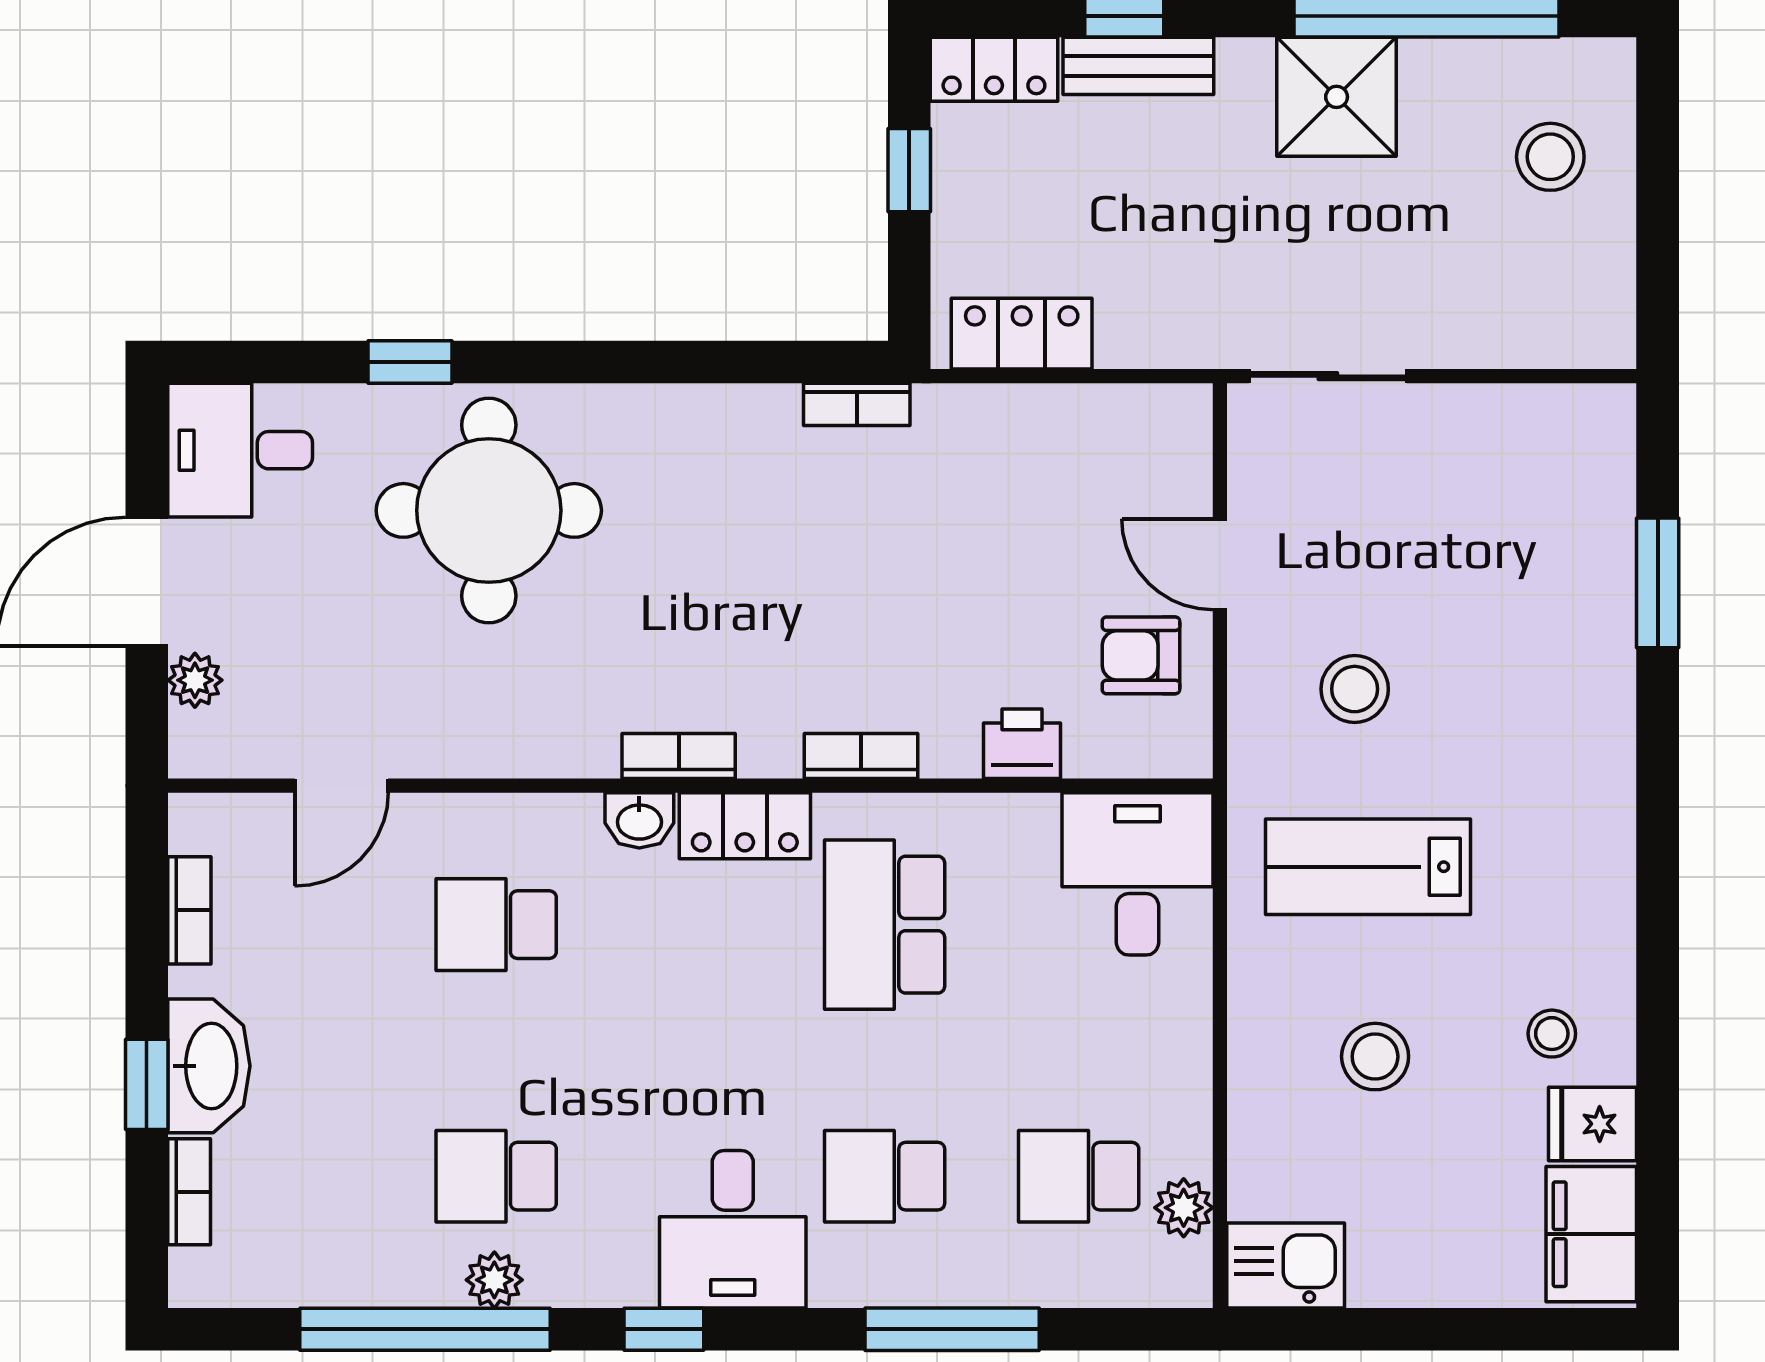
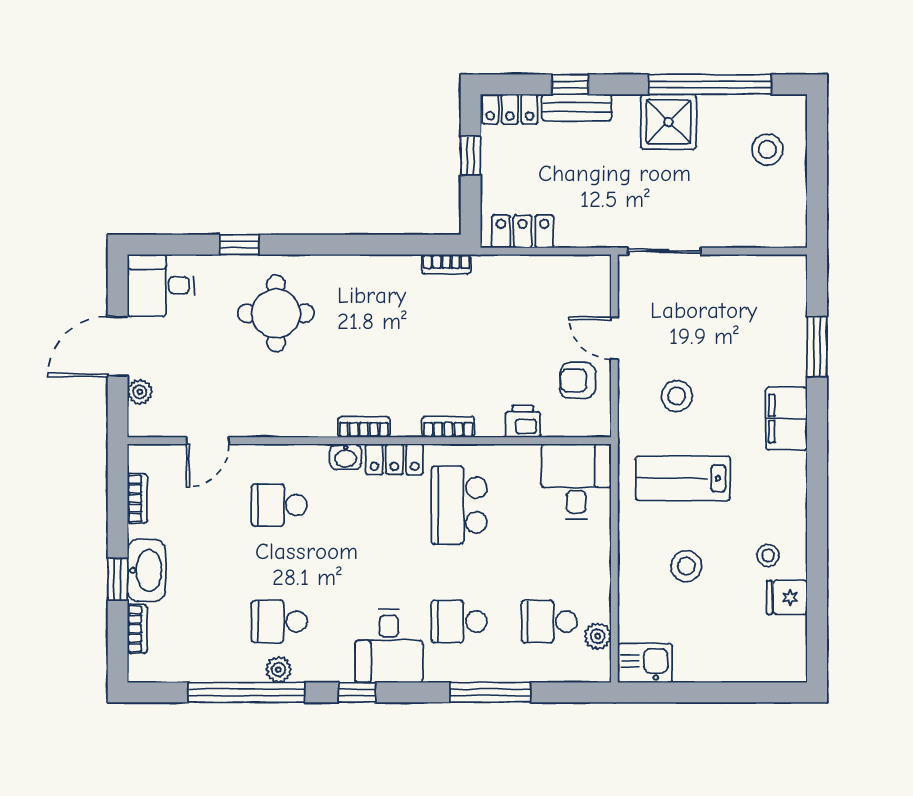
round table: (489, 510) -> (276, 313), width x0.73, depth x0.73
filing cabinet: (1591, 1234) -> (786, 419), moved

